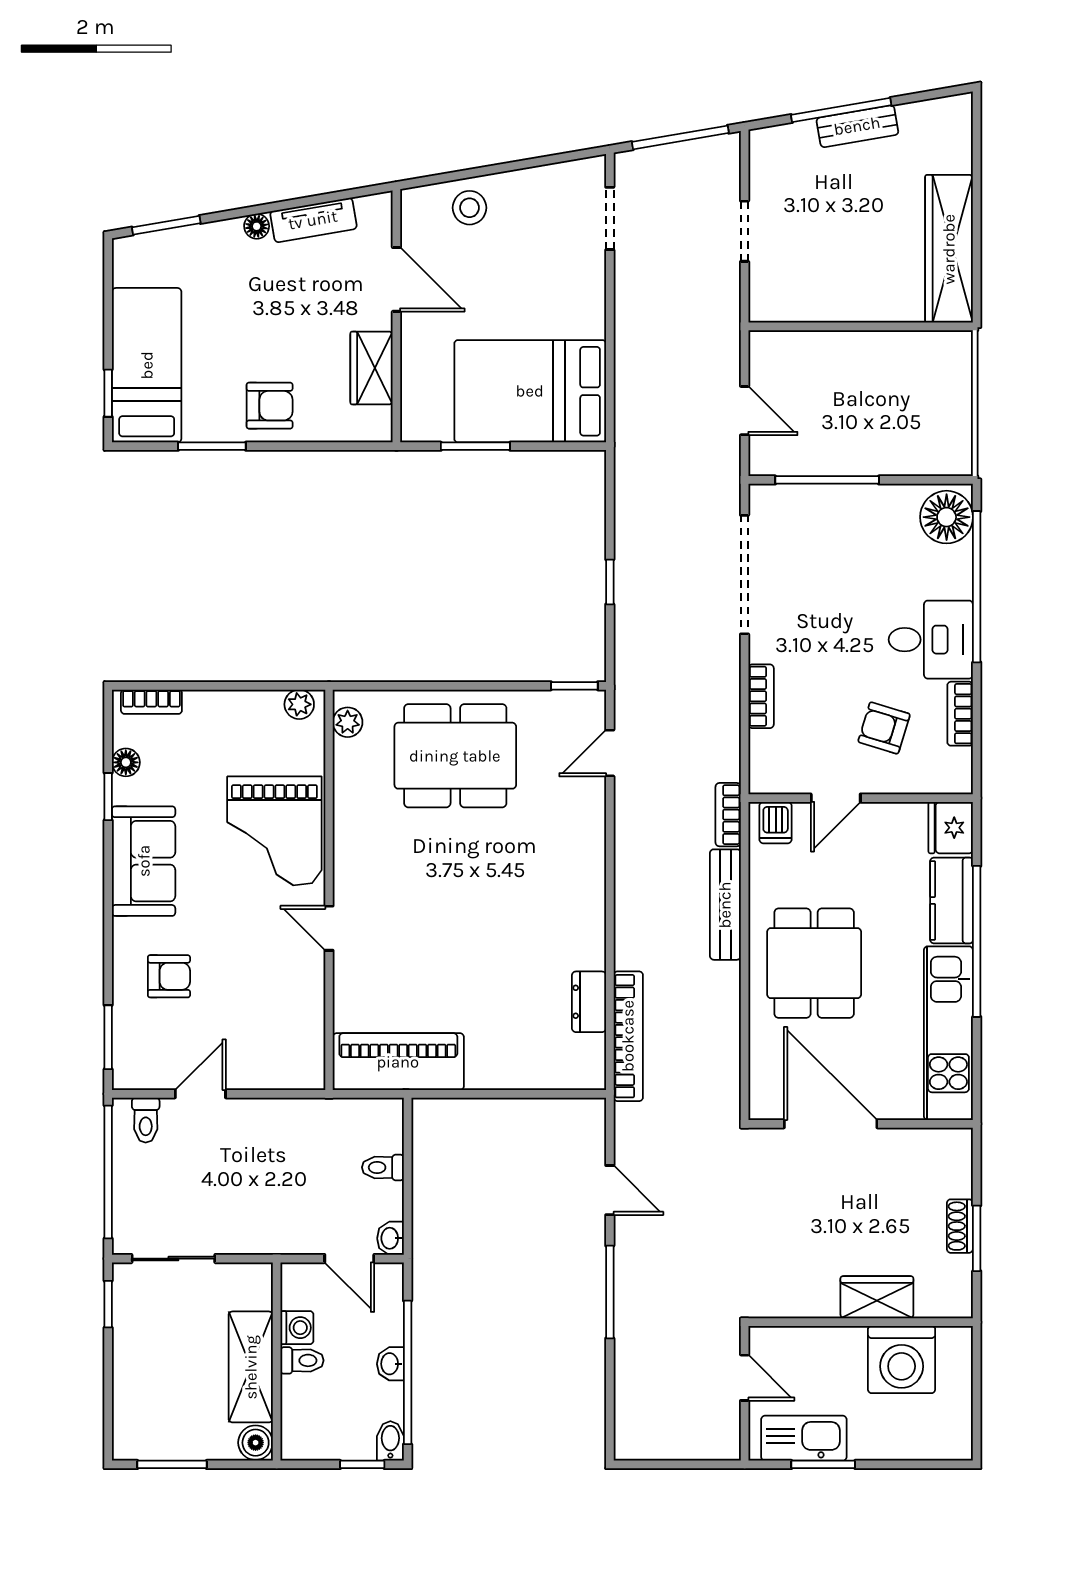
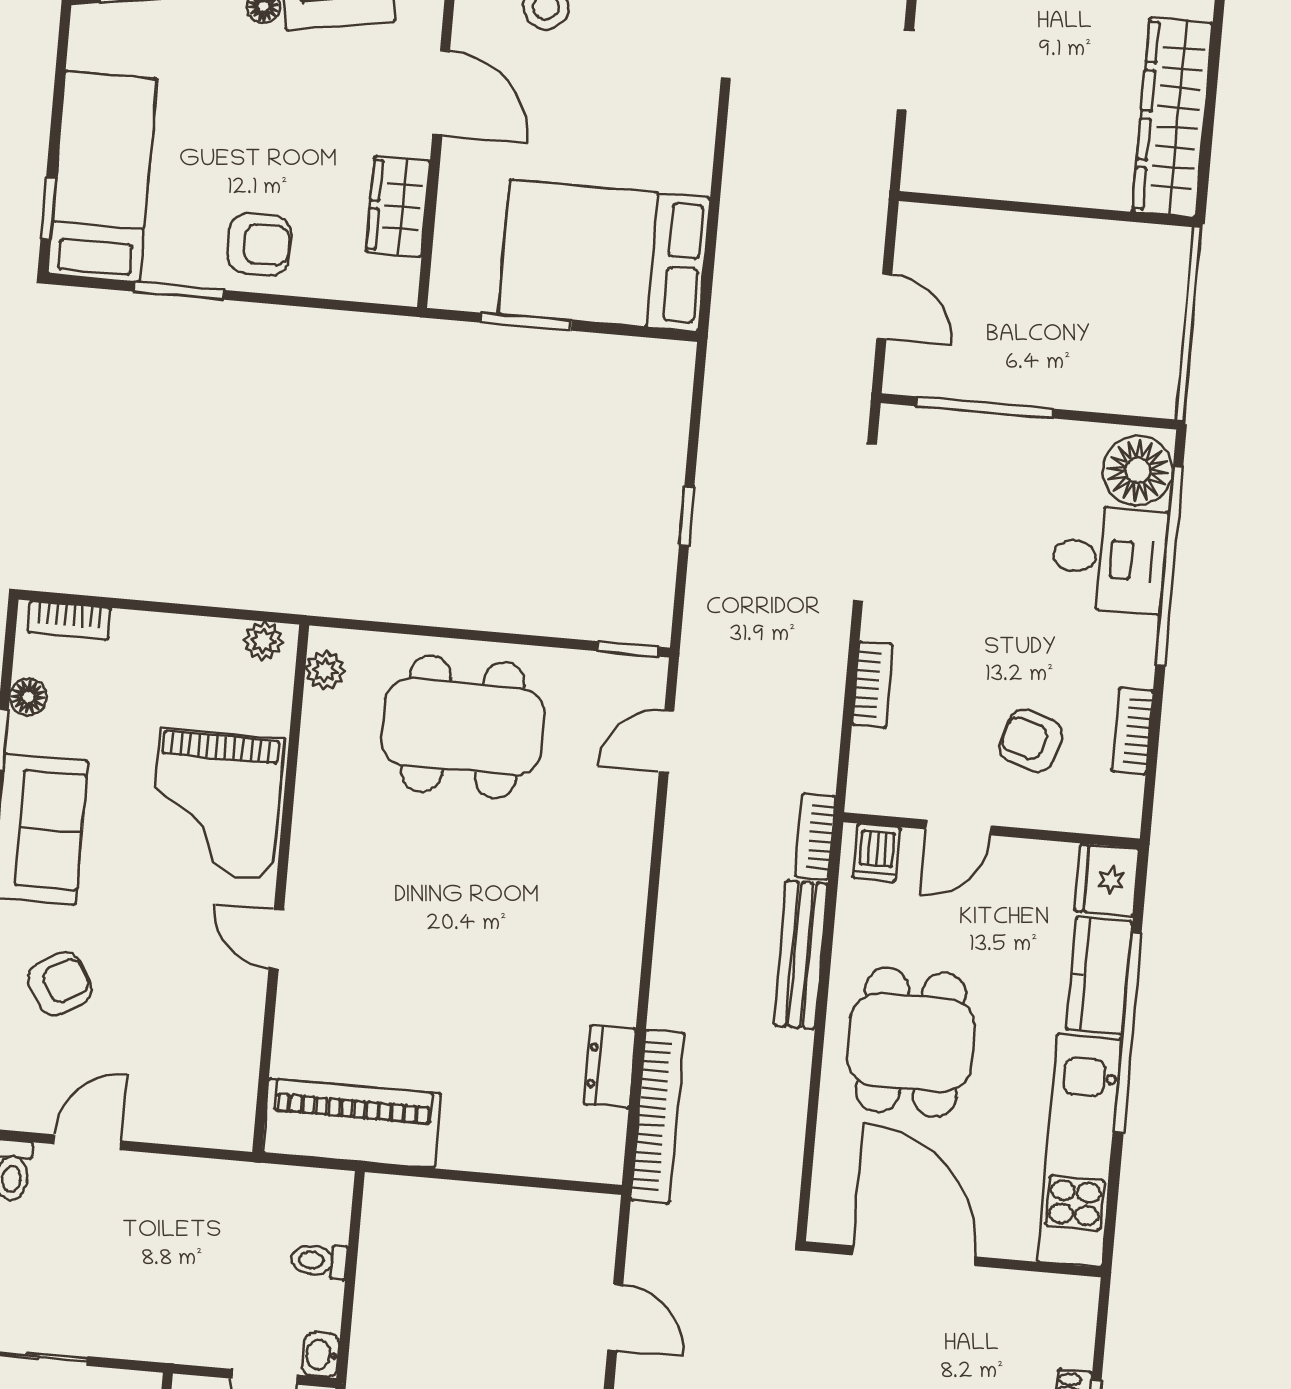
desk: (931, 640) -> (1109, 559), moved
armchair: (169, 976) -> (60, 984), turned -31

